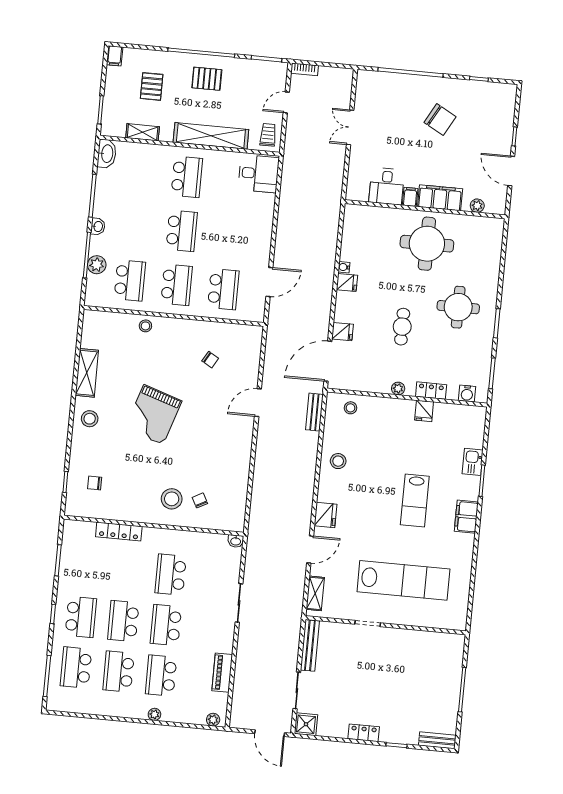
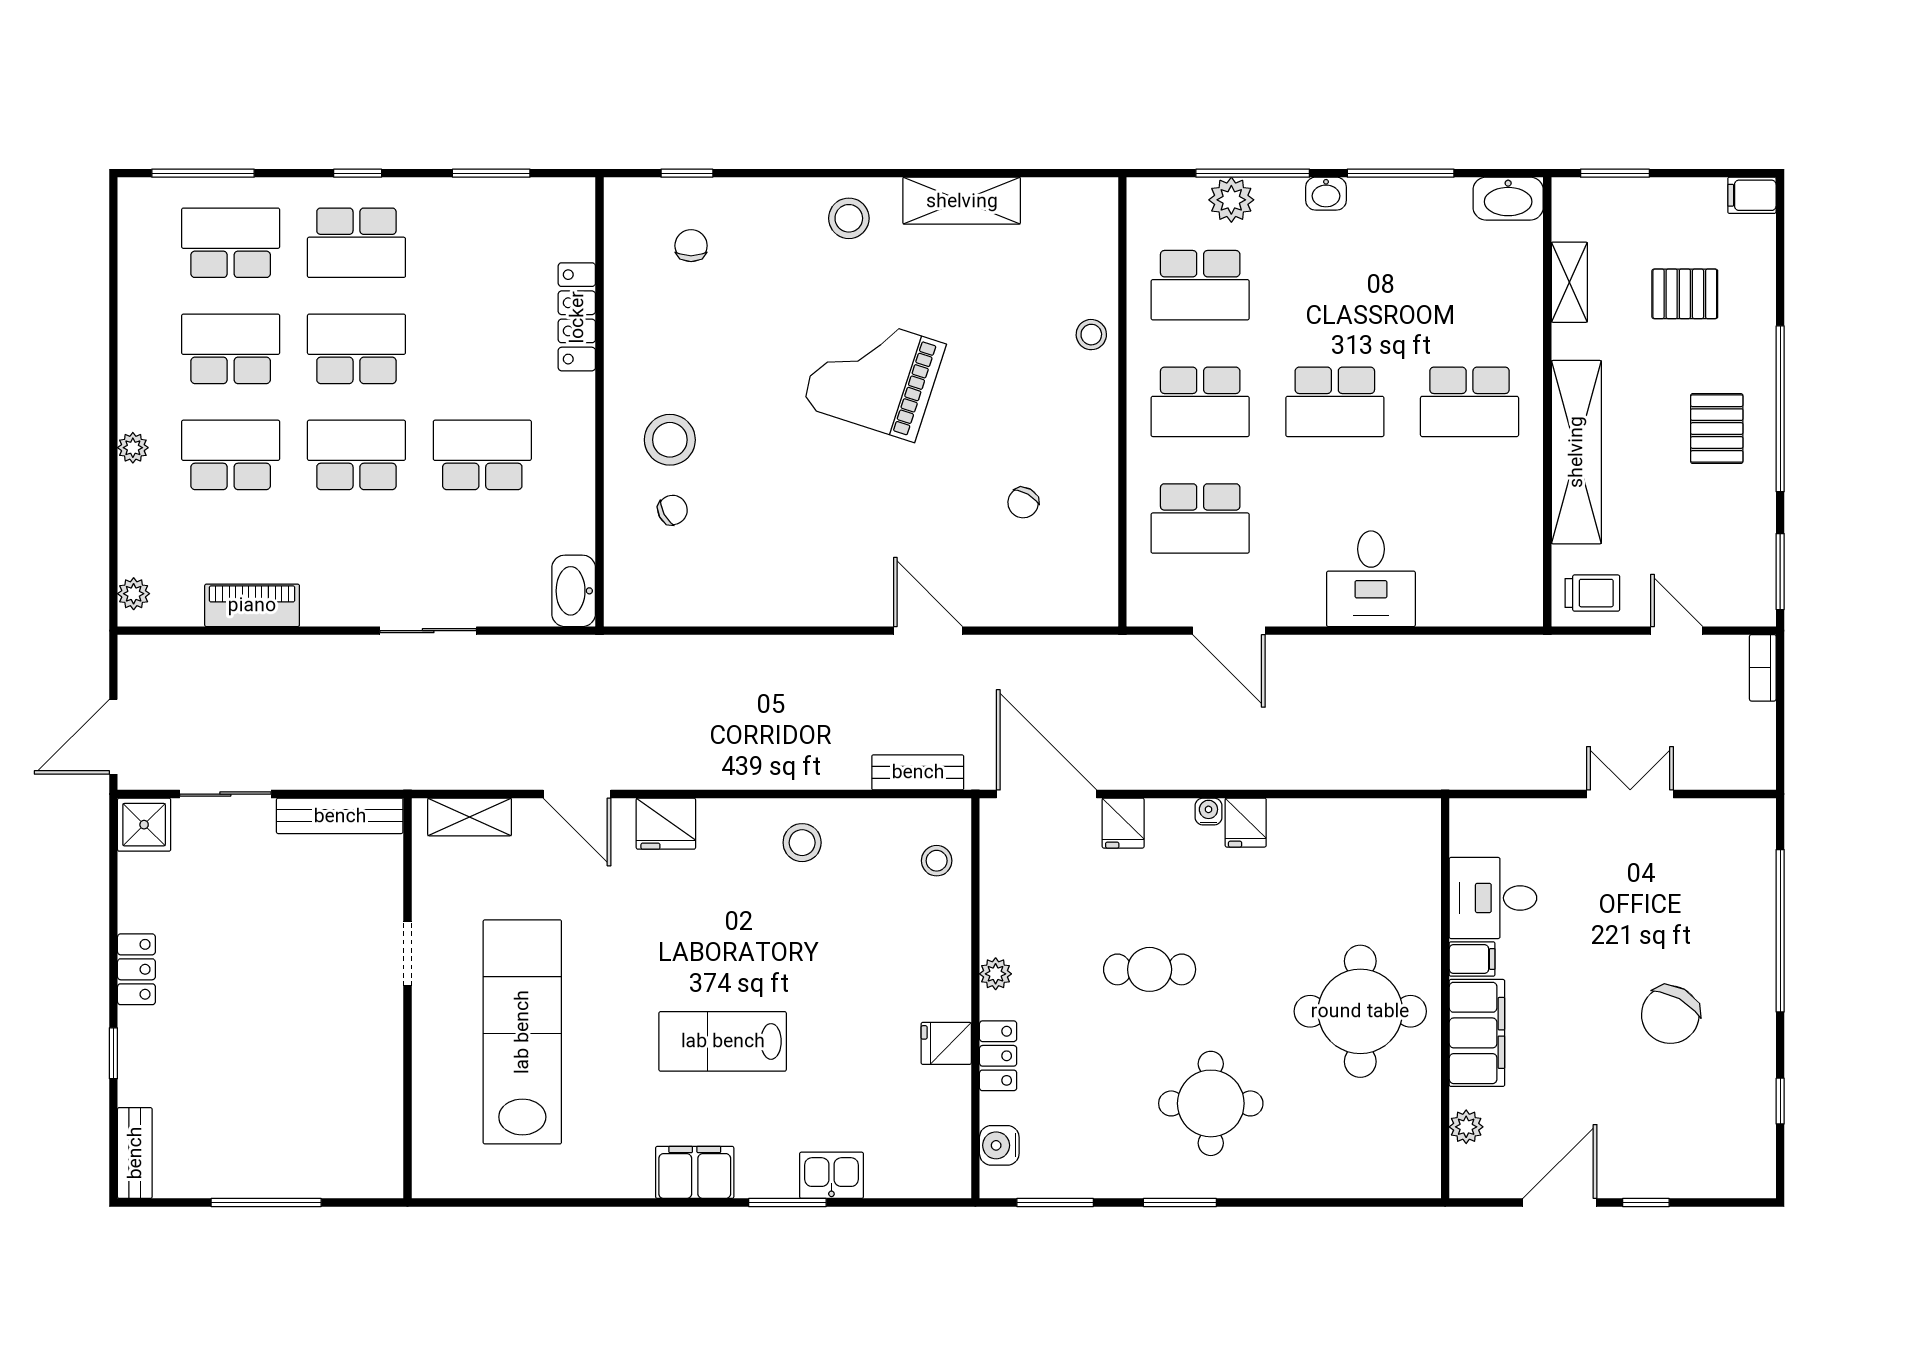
desk: (259, 174) -> (1371, 579), moved
water cooler: (344, 267) -> (1208, 812), moved
washbasin: (236, 541) -> (574, 591), width x1.91, depth x1.45
lab bench: (403, 580) -> (522, 1032), turned 180

